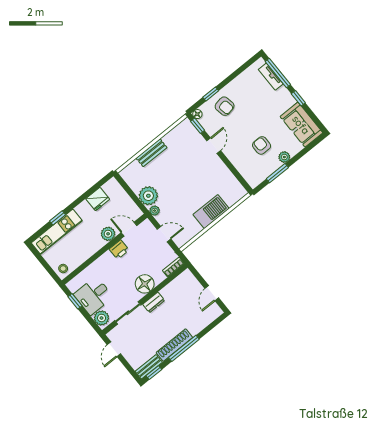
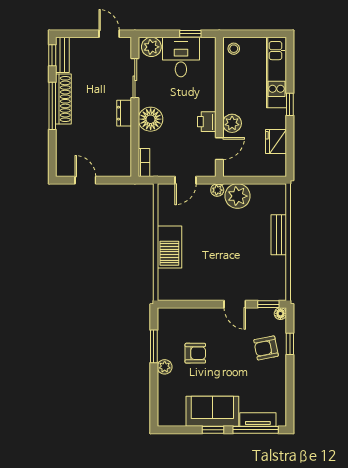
sofa: (301, 125) -> (212, 411), moved
window: (58, 218) -> (290, 104), moved

